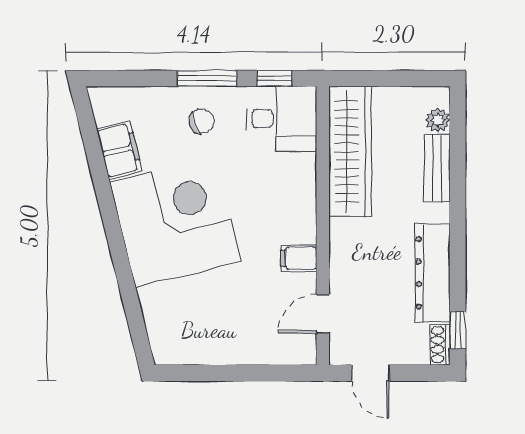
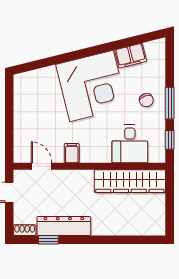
desk: (281, 119) -> (130, 144), moved
plant: (438, 120) -> (147, 229), removed
bench: (437, 168) -> (121, 229), removed
window: (458, 330) -> (48, 240), moved

